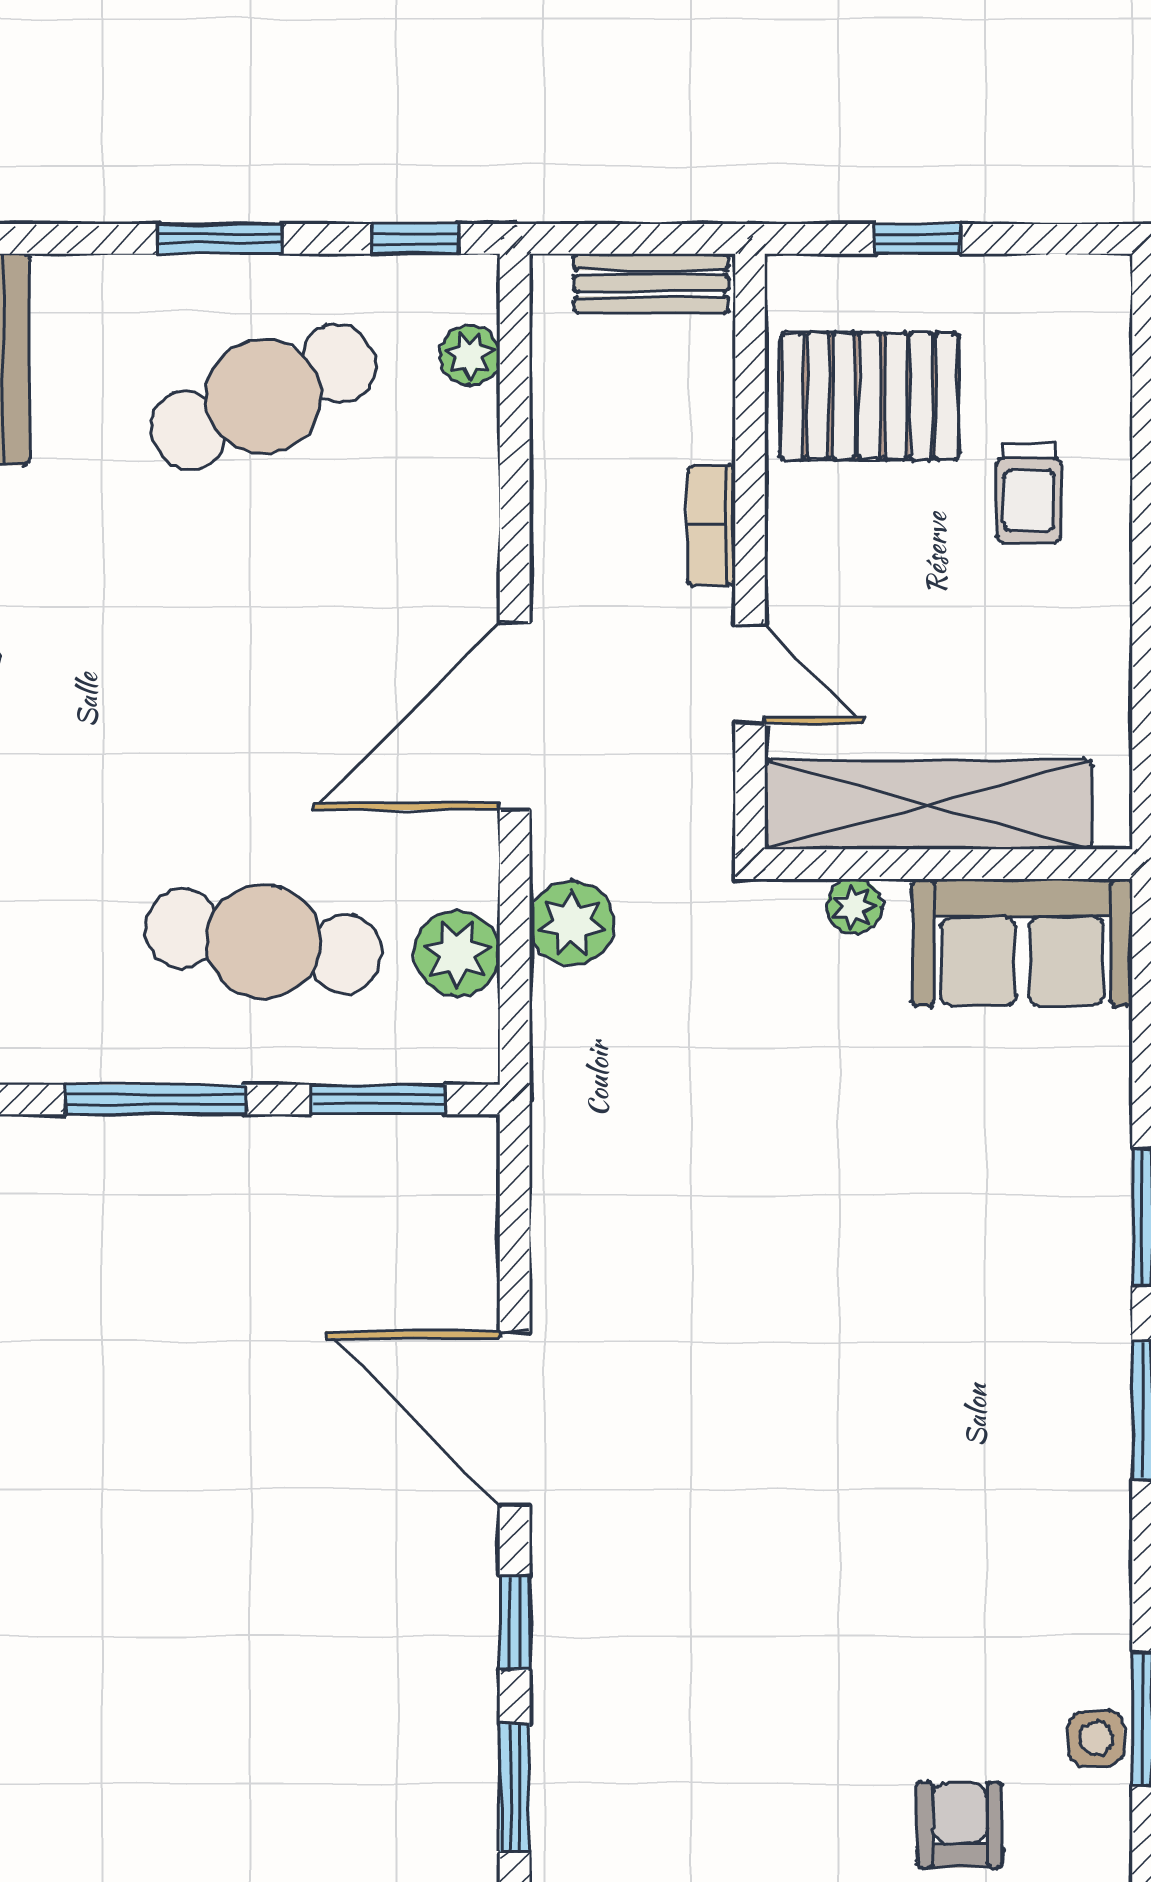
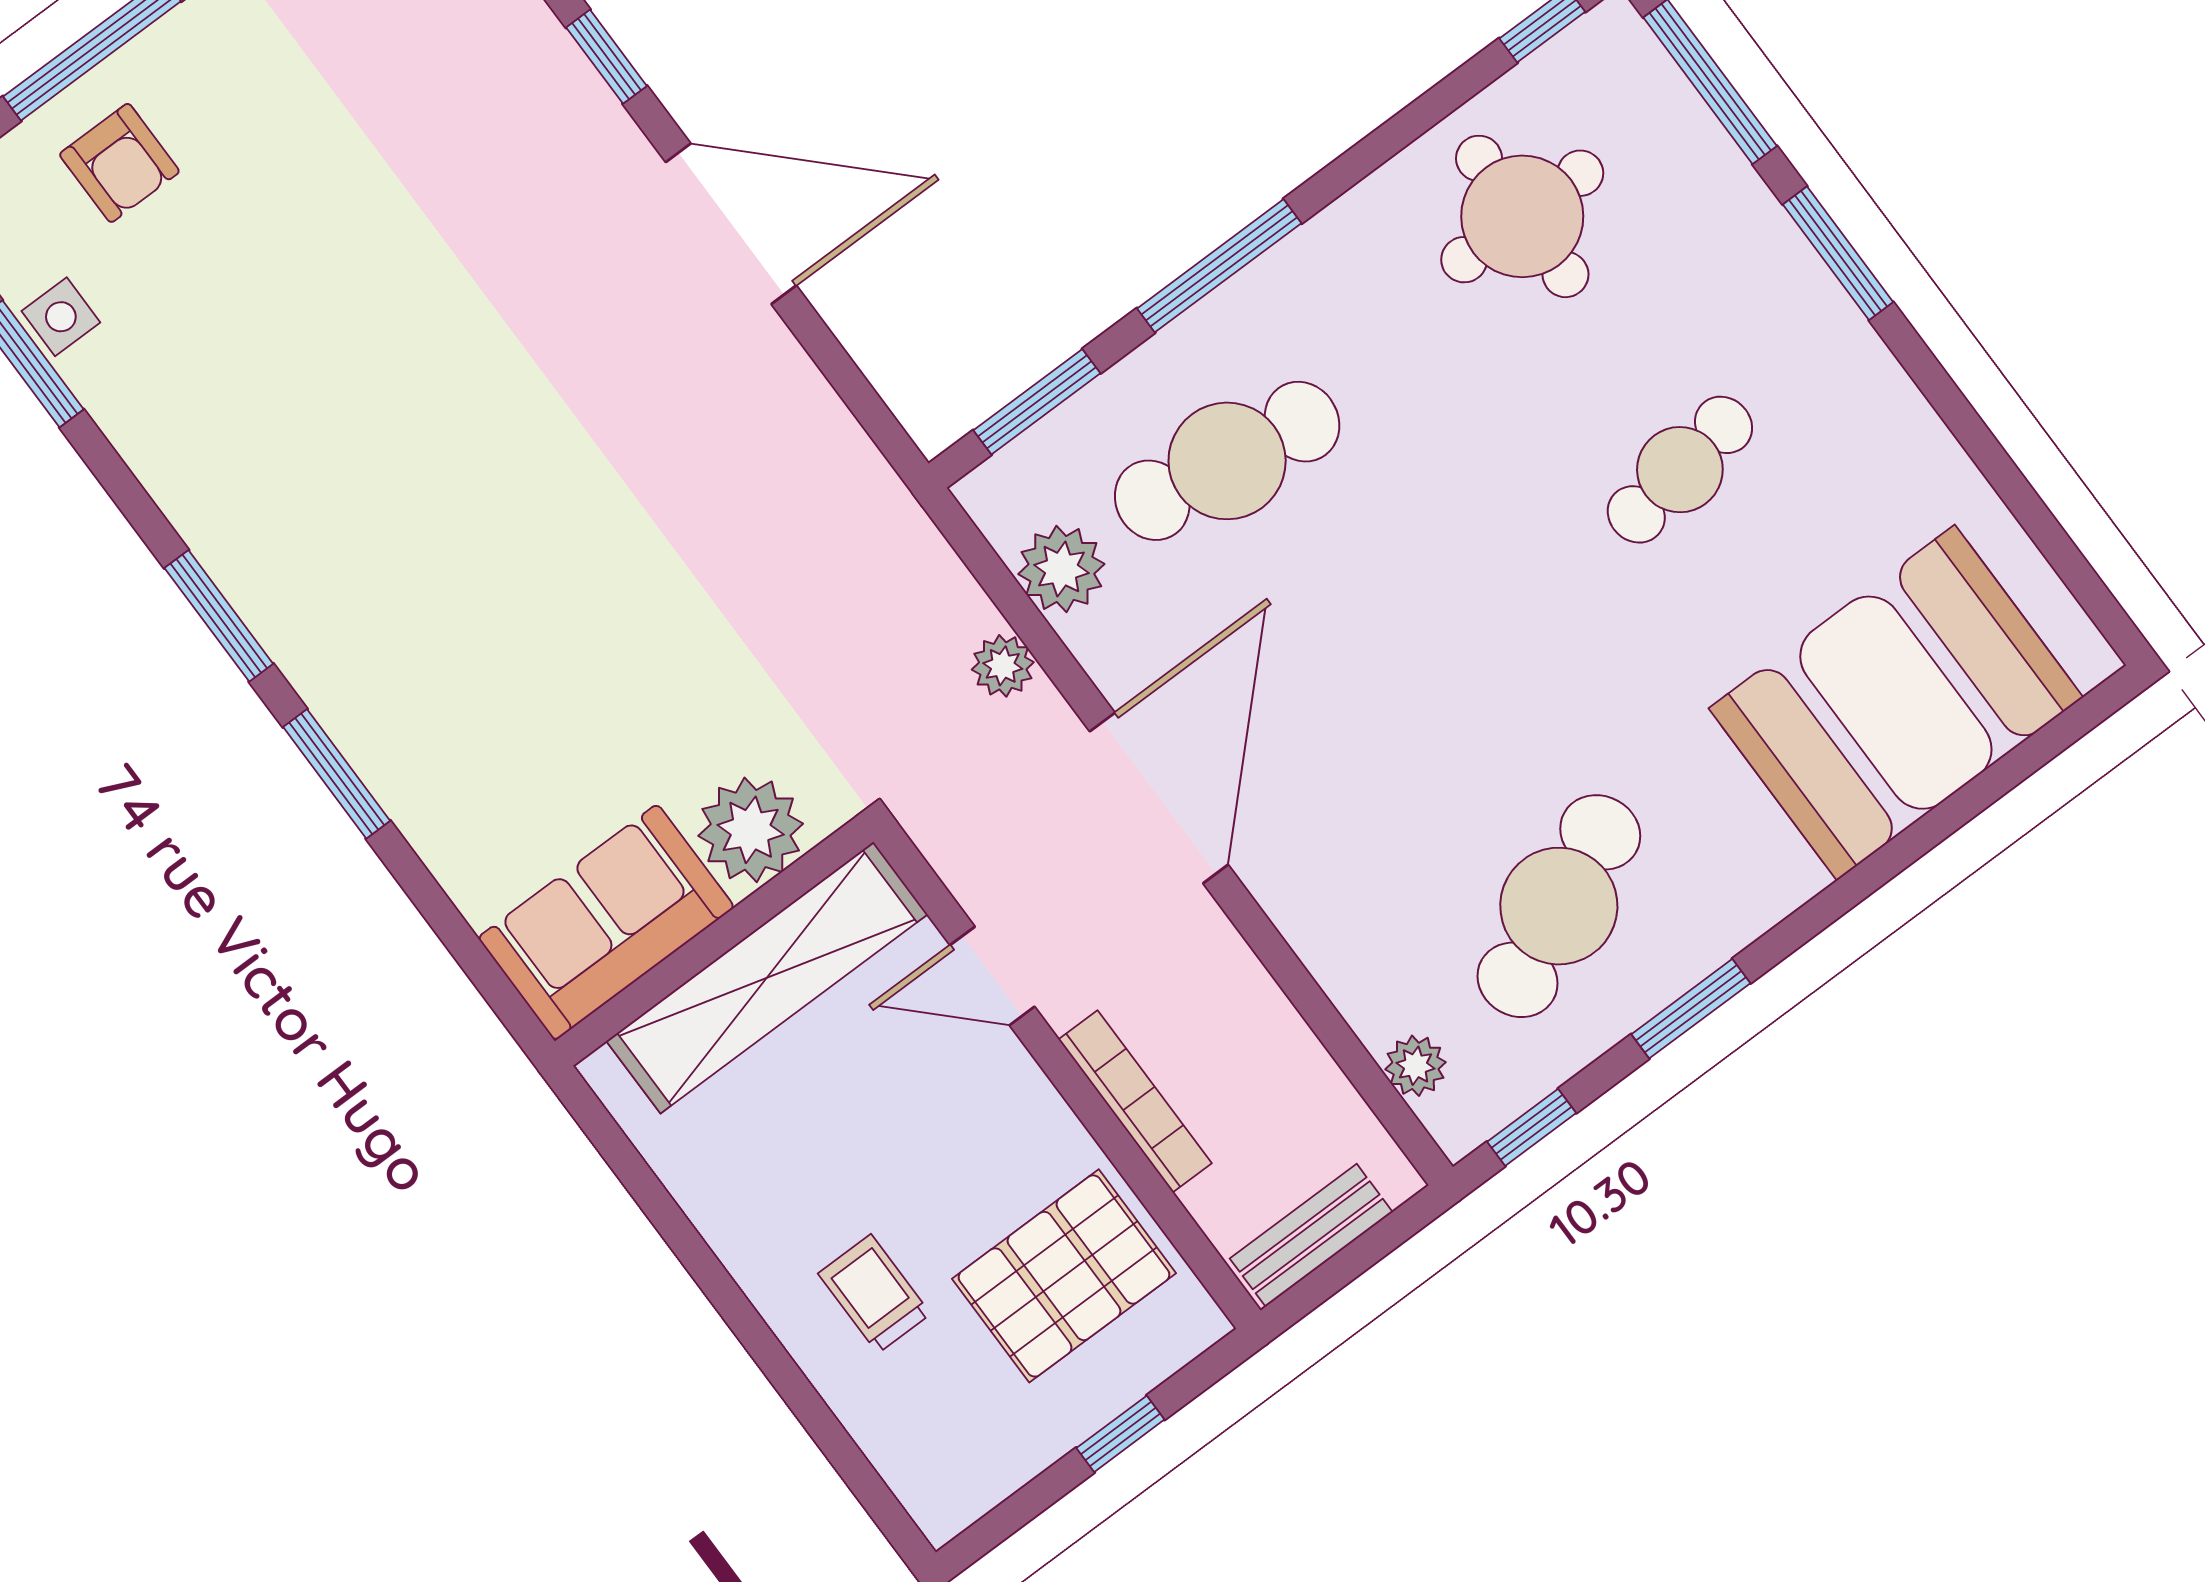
bookcase: (711, 526) -> (1135, 1101), width x1.56
plant: (854, 906) -> (751, 830), width x1.87, depth x1.87
plant: (572, 923) -> (1003, 666), width x0.73, depth x0.73

